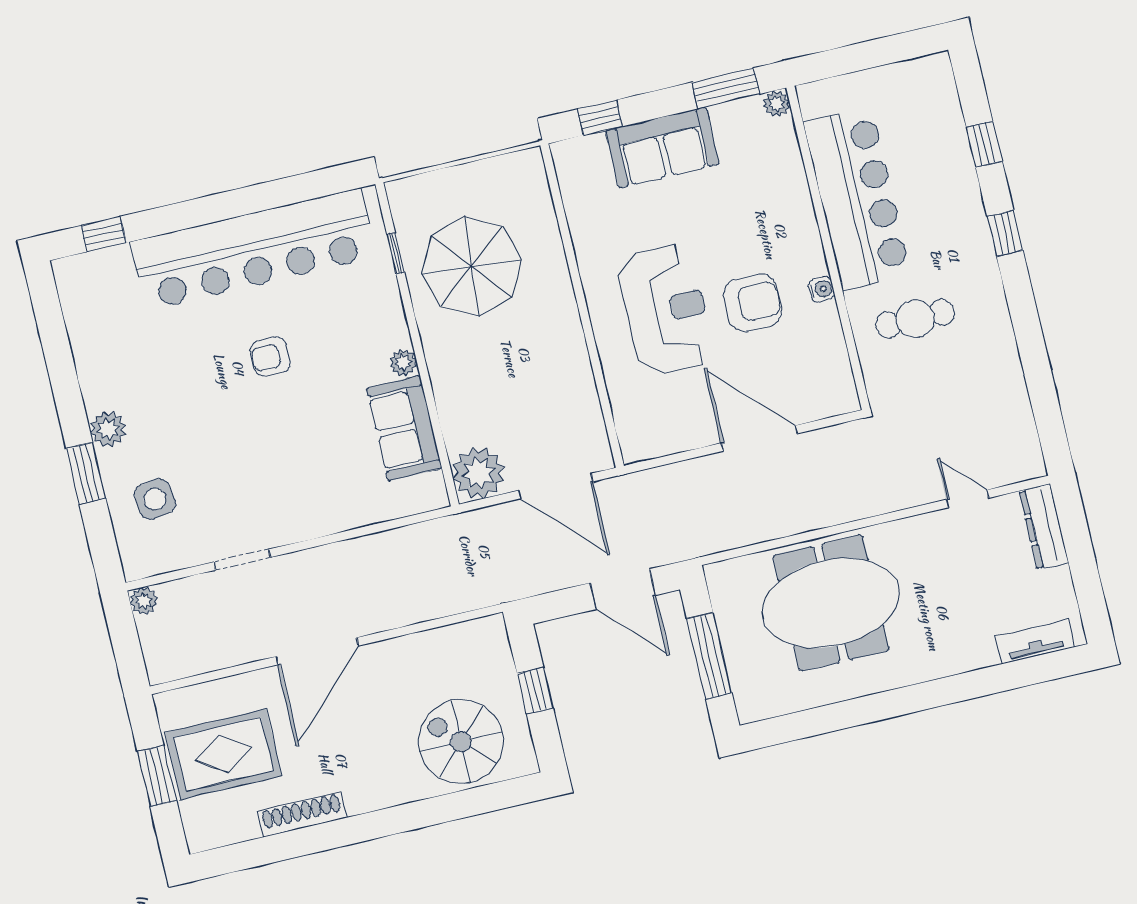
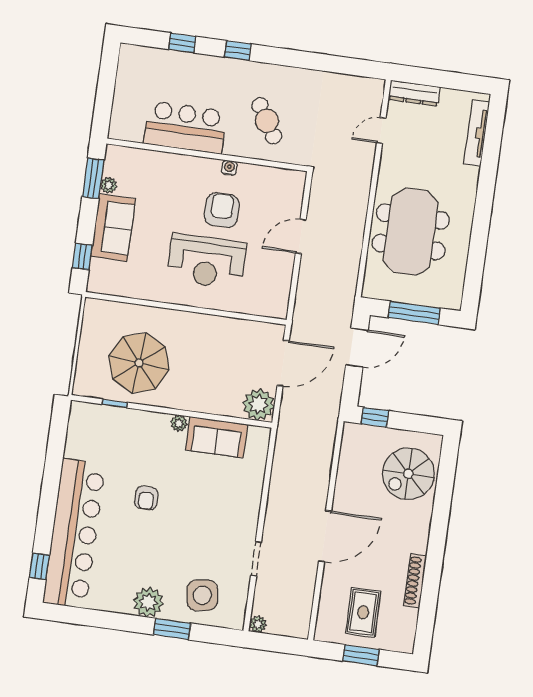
plant: (777, 104) -> (109, 185), moved
bar counter: (857, 199) -> (185, 127), width x0.73
bar counter: (253, 249) -> (74, 533), moved
reception desk: (666, 310) -> (207, 262), turned 180
cafe table: (915, 319) -> (267, 121), turned -32
plant: (108, 429) -> (148, 602), width x1.36, depth x1.36
door: (759, 438) -> (301, 236), width x0.73
side table: (155, 499) -> (202, 595), width x1.37, depth x1.37
tv unit: (1035, 642) -> (477, 133), width x1.41
door: (317, 651) -> (325, 536), hinge flipped
window: (535, 691) -> (375, 417), moved
rug: (224, 754) -> (363, 612), width x0.73, depth x0.70

